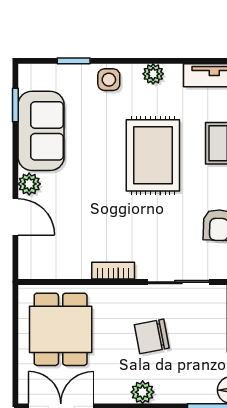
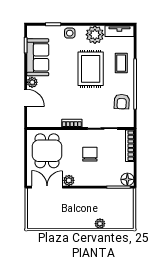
plant: (153, 74) -> (95, 35), width x1.87, depth x1.87
chair: (152, 336) -> (90, 154), turned 101
plant: (143, 392) -> (69, 180), moved

